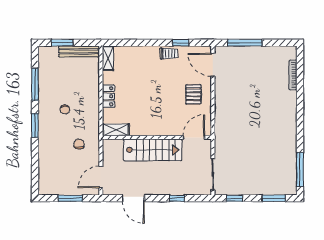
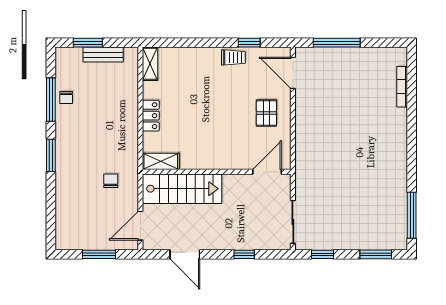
bench: (79, 51) -> (103, 55), width x0.73
chair: (65, 109) -> (66, 98), moved
stairs: (153, 150) -> (182, 189), moved

